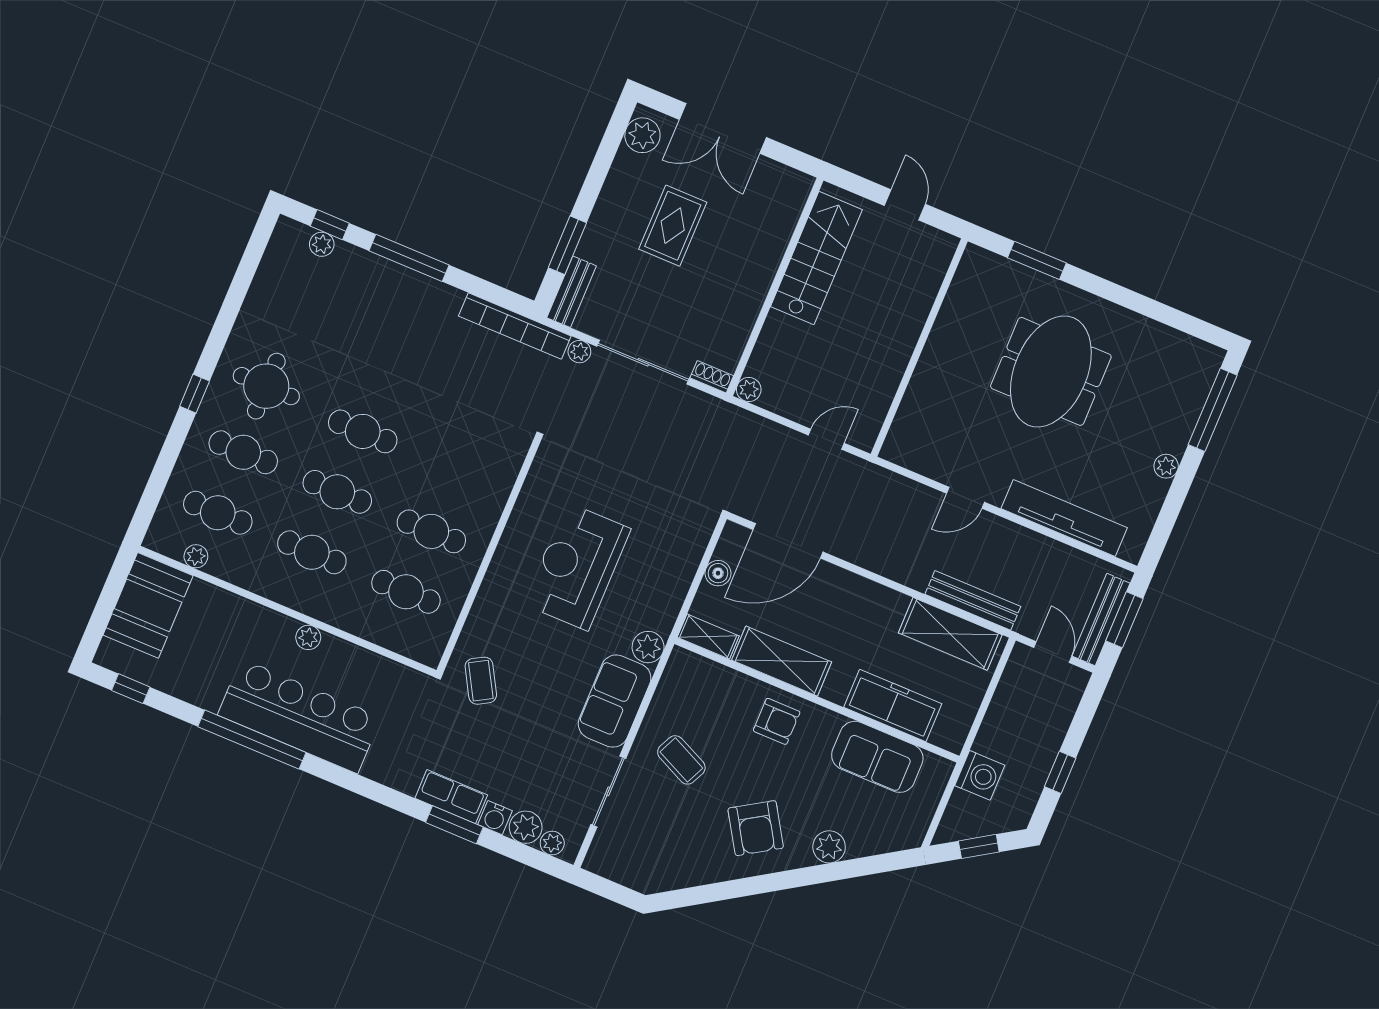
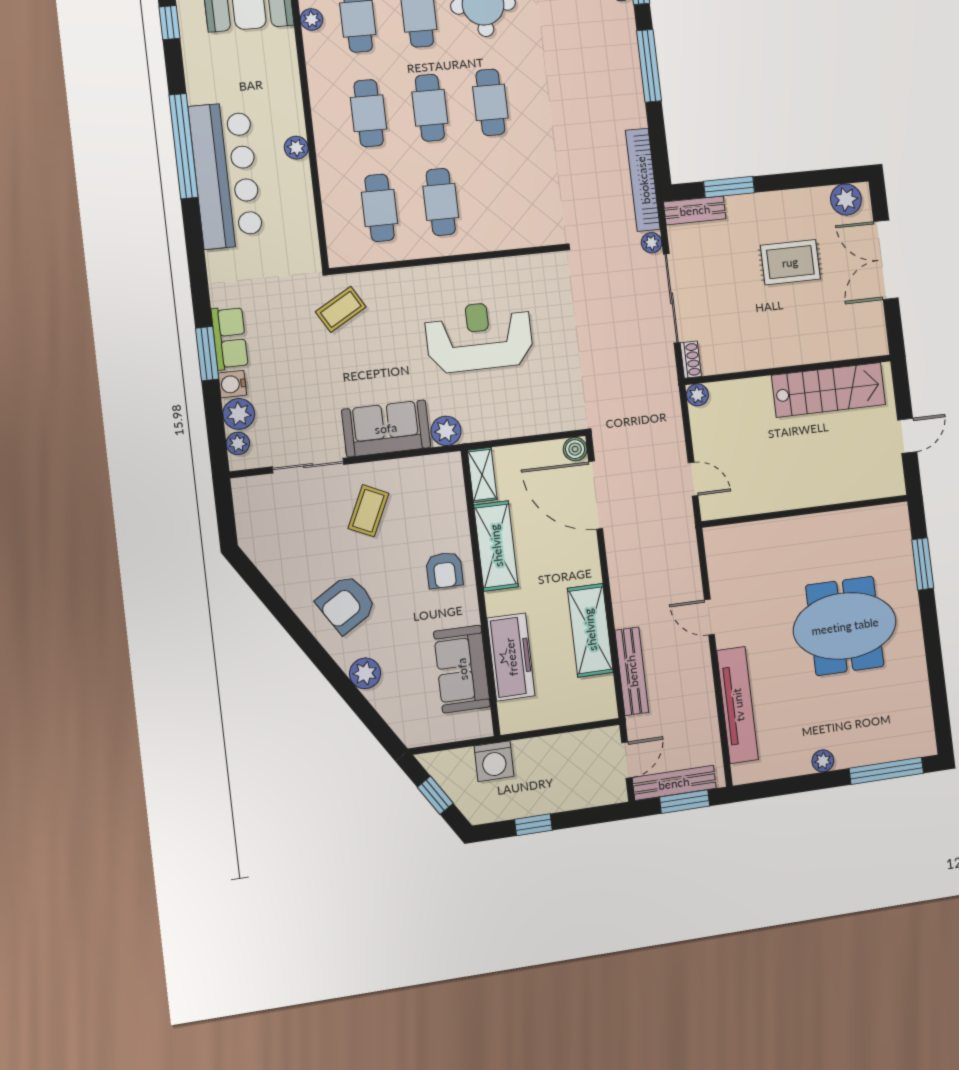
boiler: (718, 573) -> (575, 449), moved
shelving: (950, 634) -> (590, 630), moved

